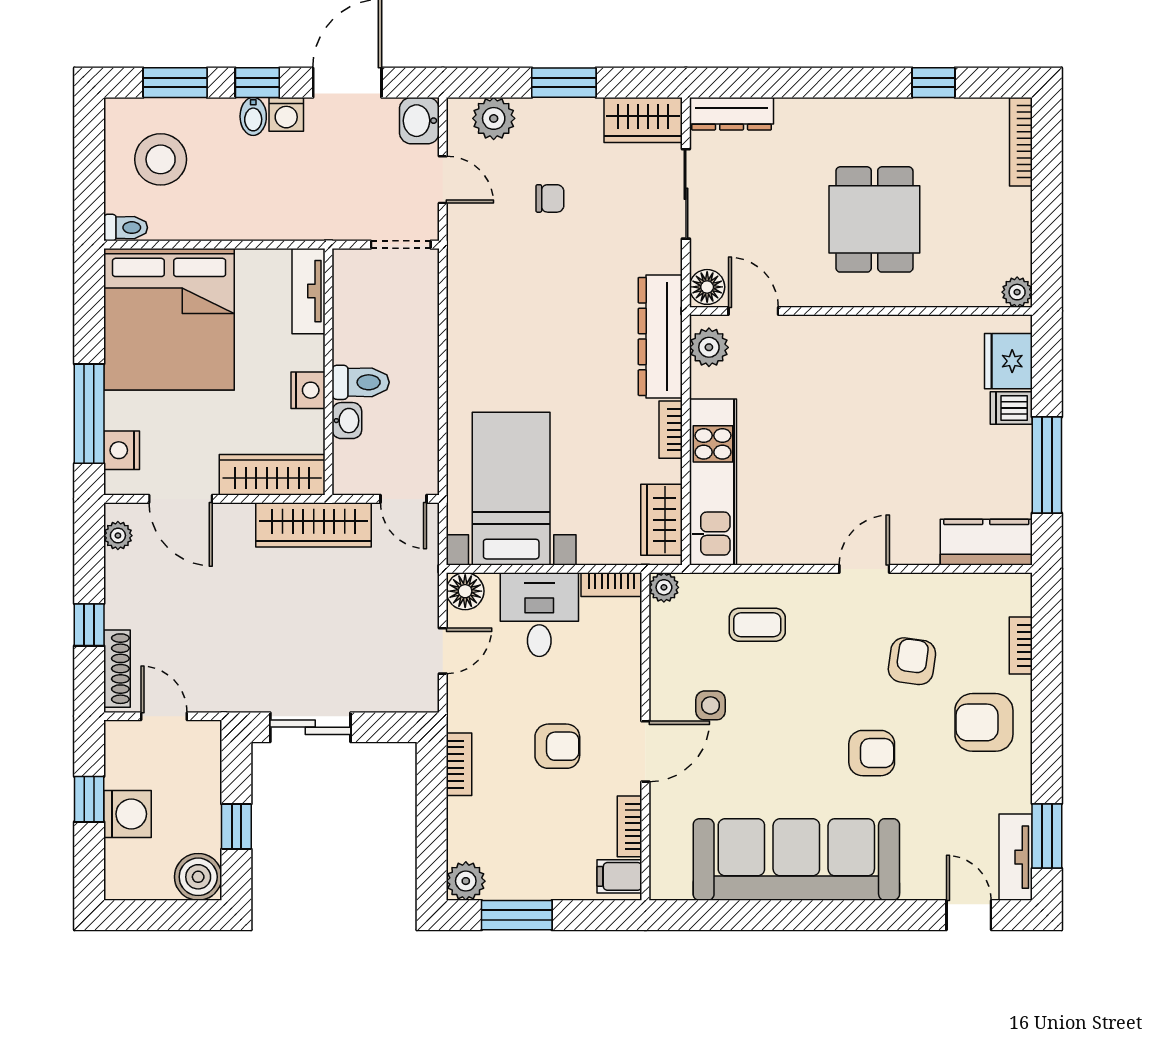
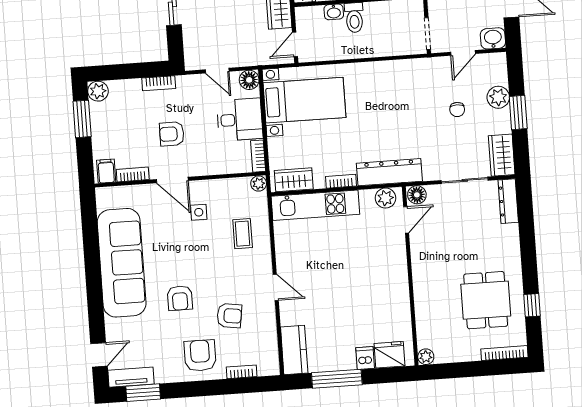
plant: (494, 118) -> (498, 97), moved
dining table: (874, 219) -> (486, 300), moved, turned 90
armchair: (557, 746) -> (172, 134), turned 90

